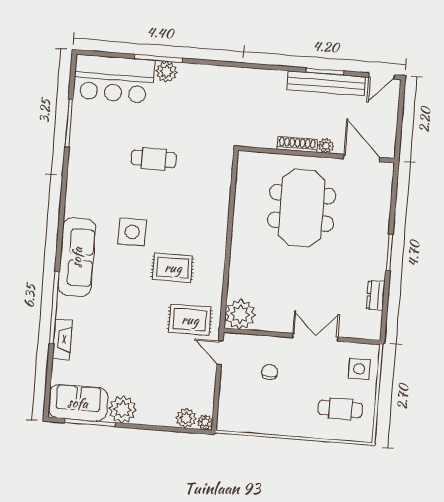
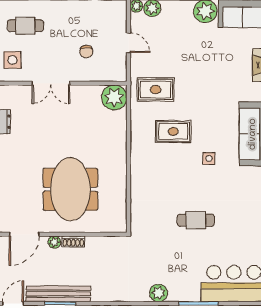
plant: (166, 72) -> (159, 293), moved
shoe rack: (297, 144) -> (73, 241), width x0.70
door: (362, 158) -> (24, 234), hinge flipped
side table: (132, 232) -> (209, 158), width x0.54, depth x0.54
door: (220, 353) -> (128, 43), moved

